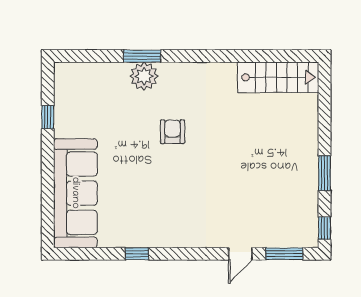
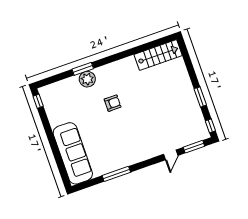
window: (48, 117) -> (38, 101), moved
armchair: (173, 132) -> (113, 103), turned 90
window: (137, 254) -> (116, 174), width x2.17

